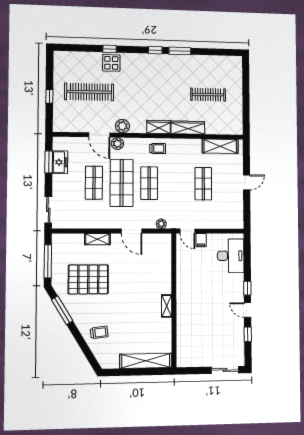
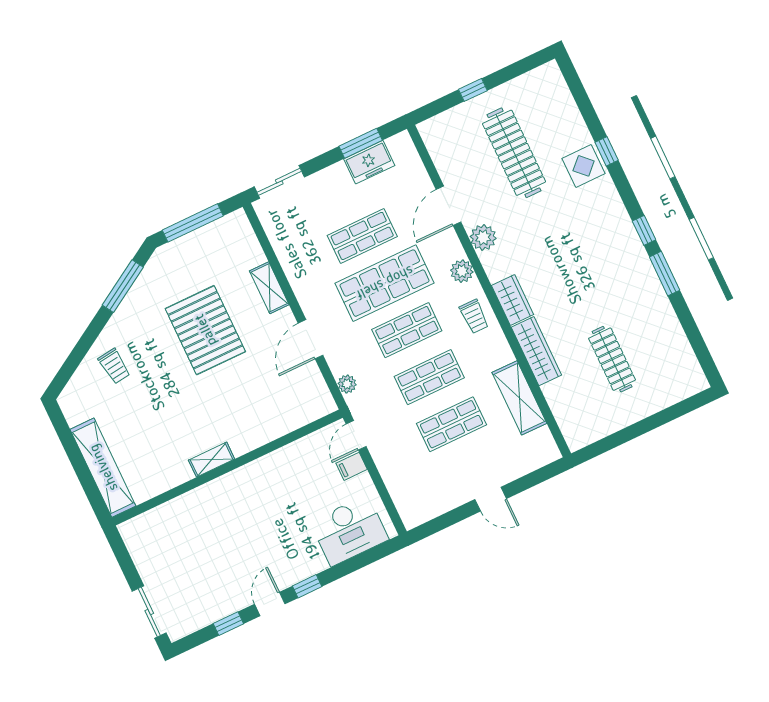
plant: (117, 144) -> (462, 271), moved
shelving: (220, 146) -> (519, 398), moved
shop shelf: (176, 183) -> (429, 377), added
pallet: (88, 279) -> (205, 330), moved

